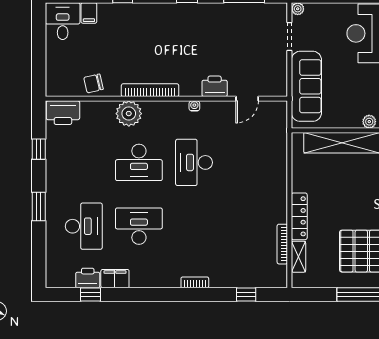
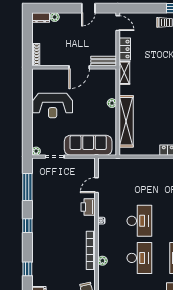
door: (247, 99) -> (96, 185), swing flipped
plant: (129, 114) -> (102, 261), width x0.53, depth x0.53
desk: (194, 162) -> (139, 221), turned -90

